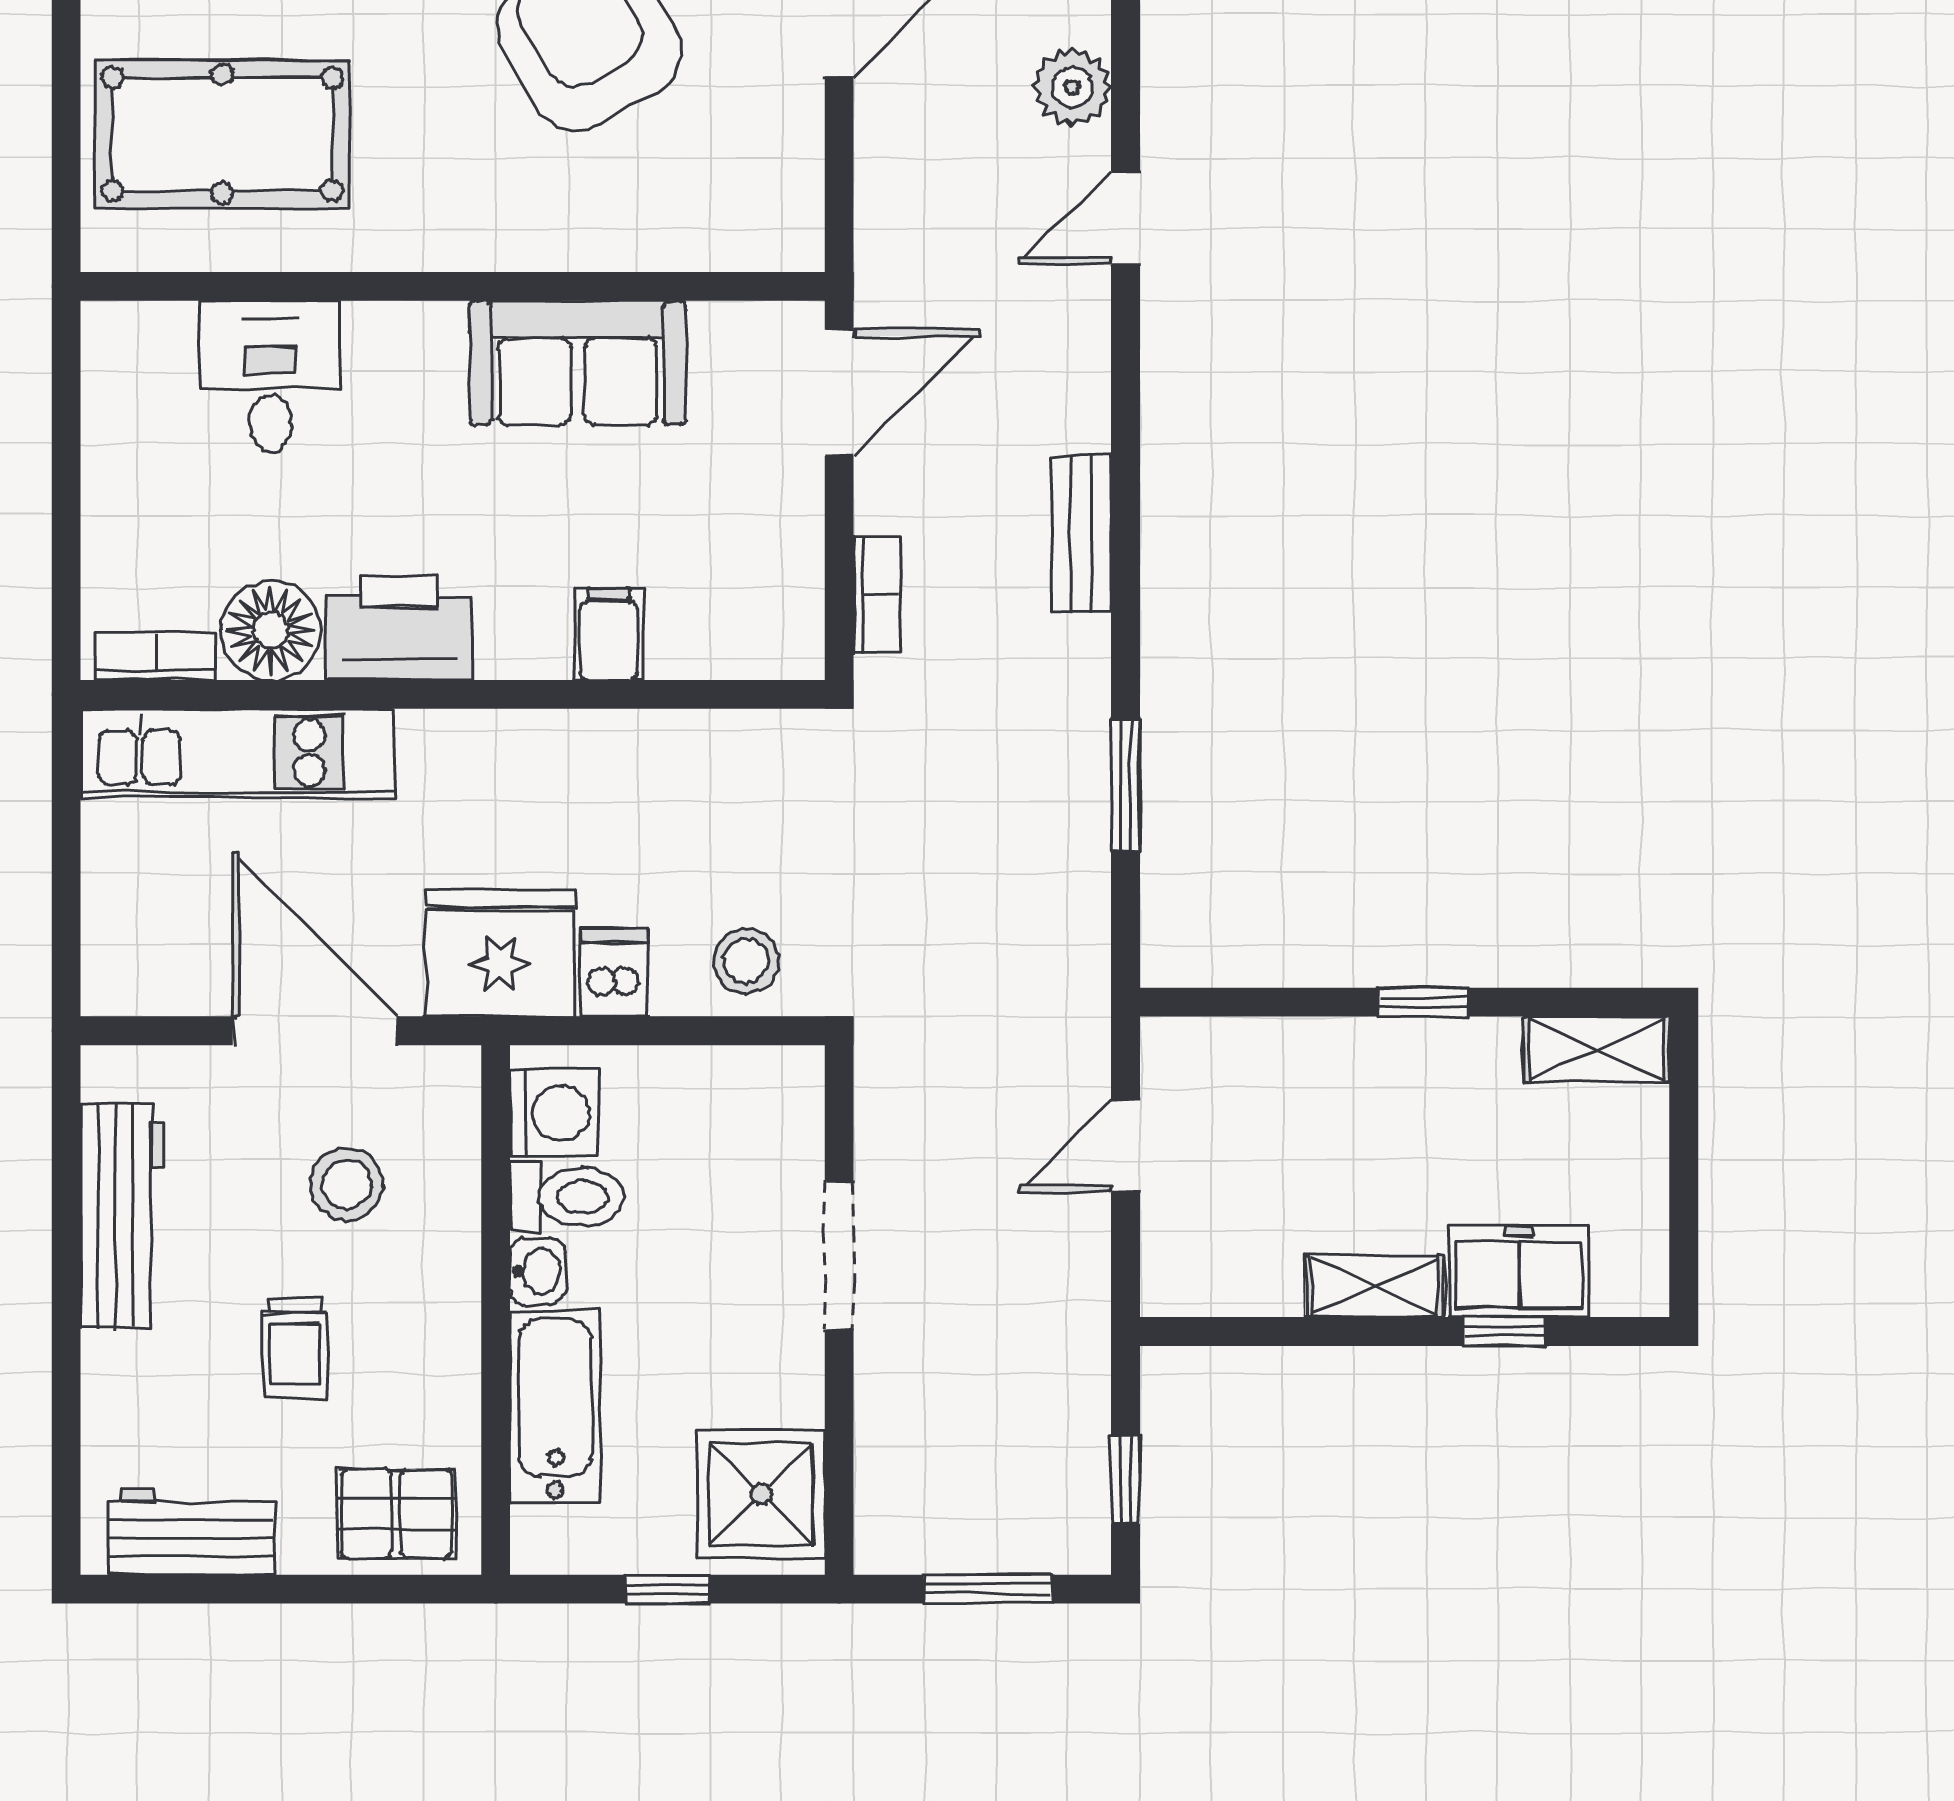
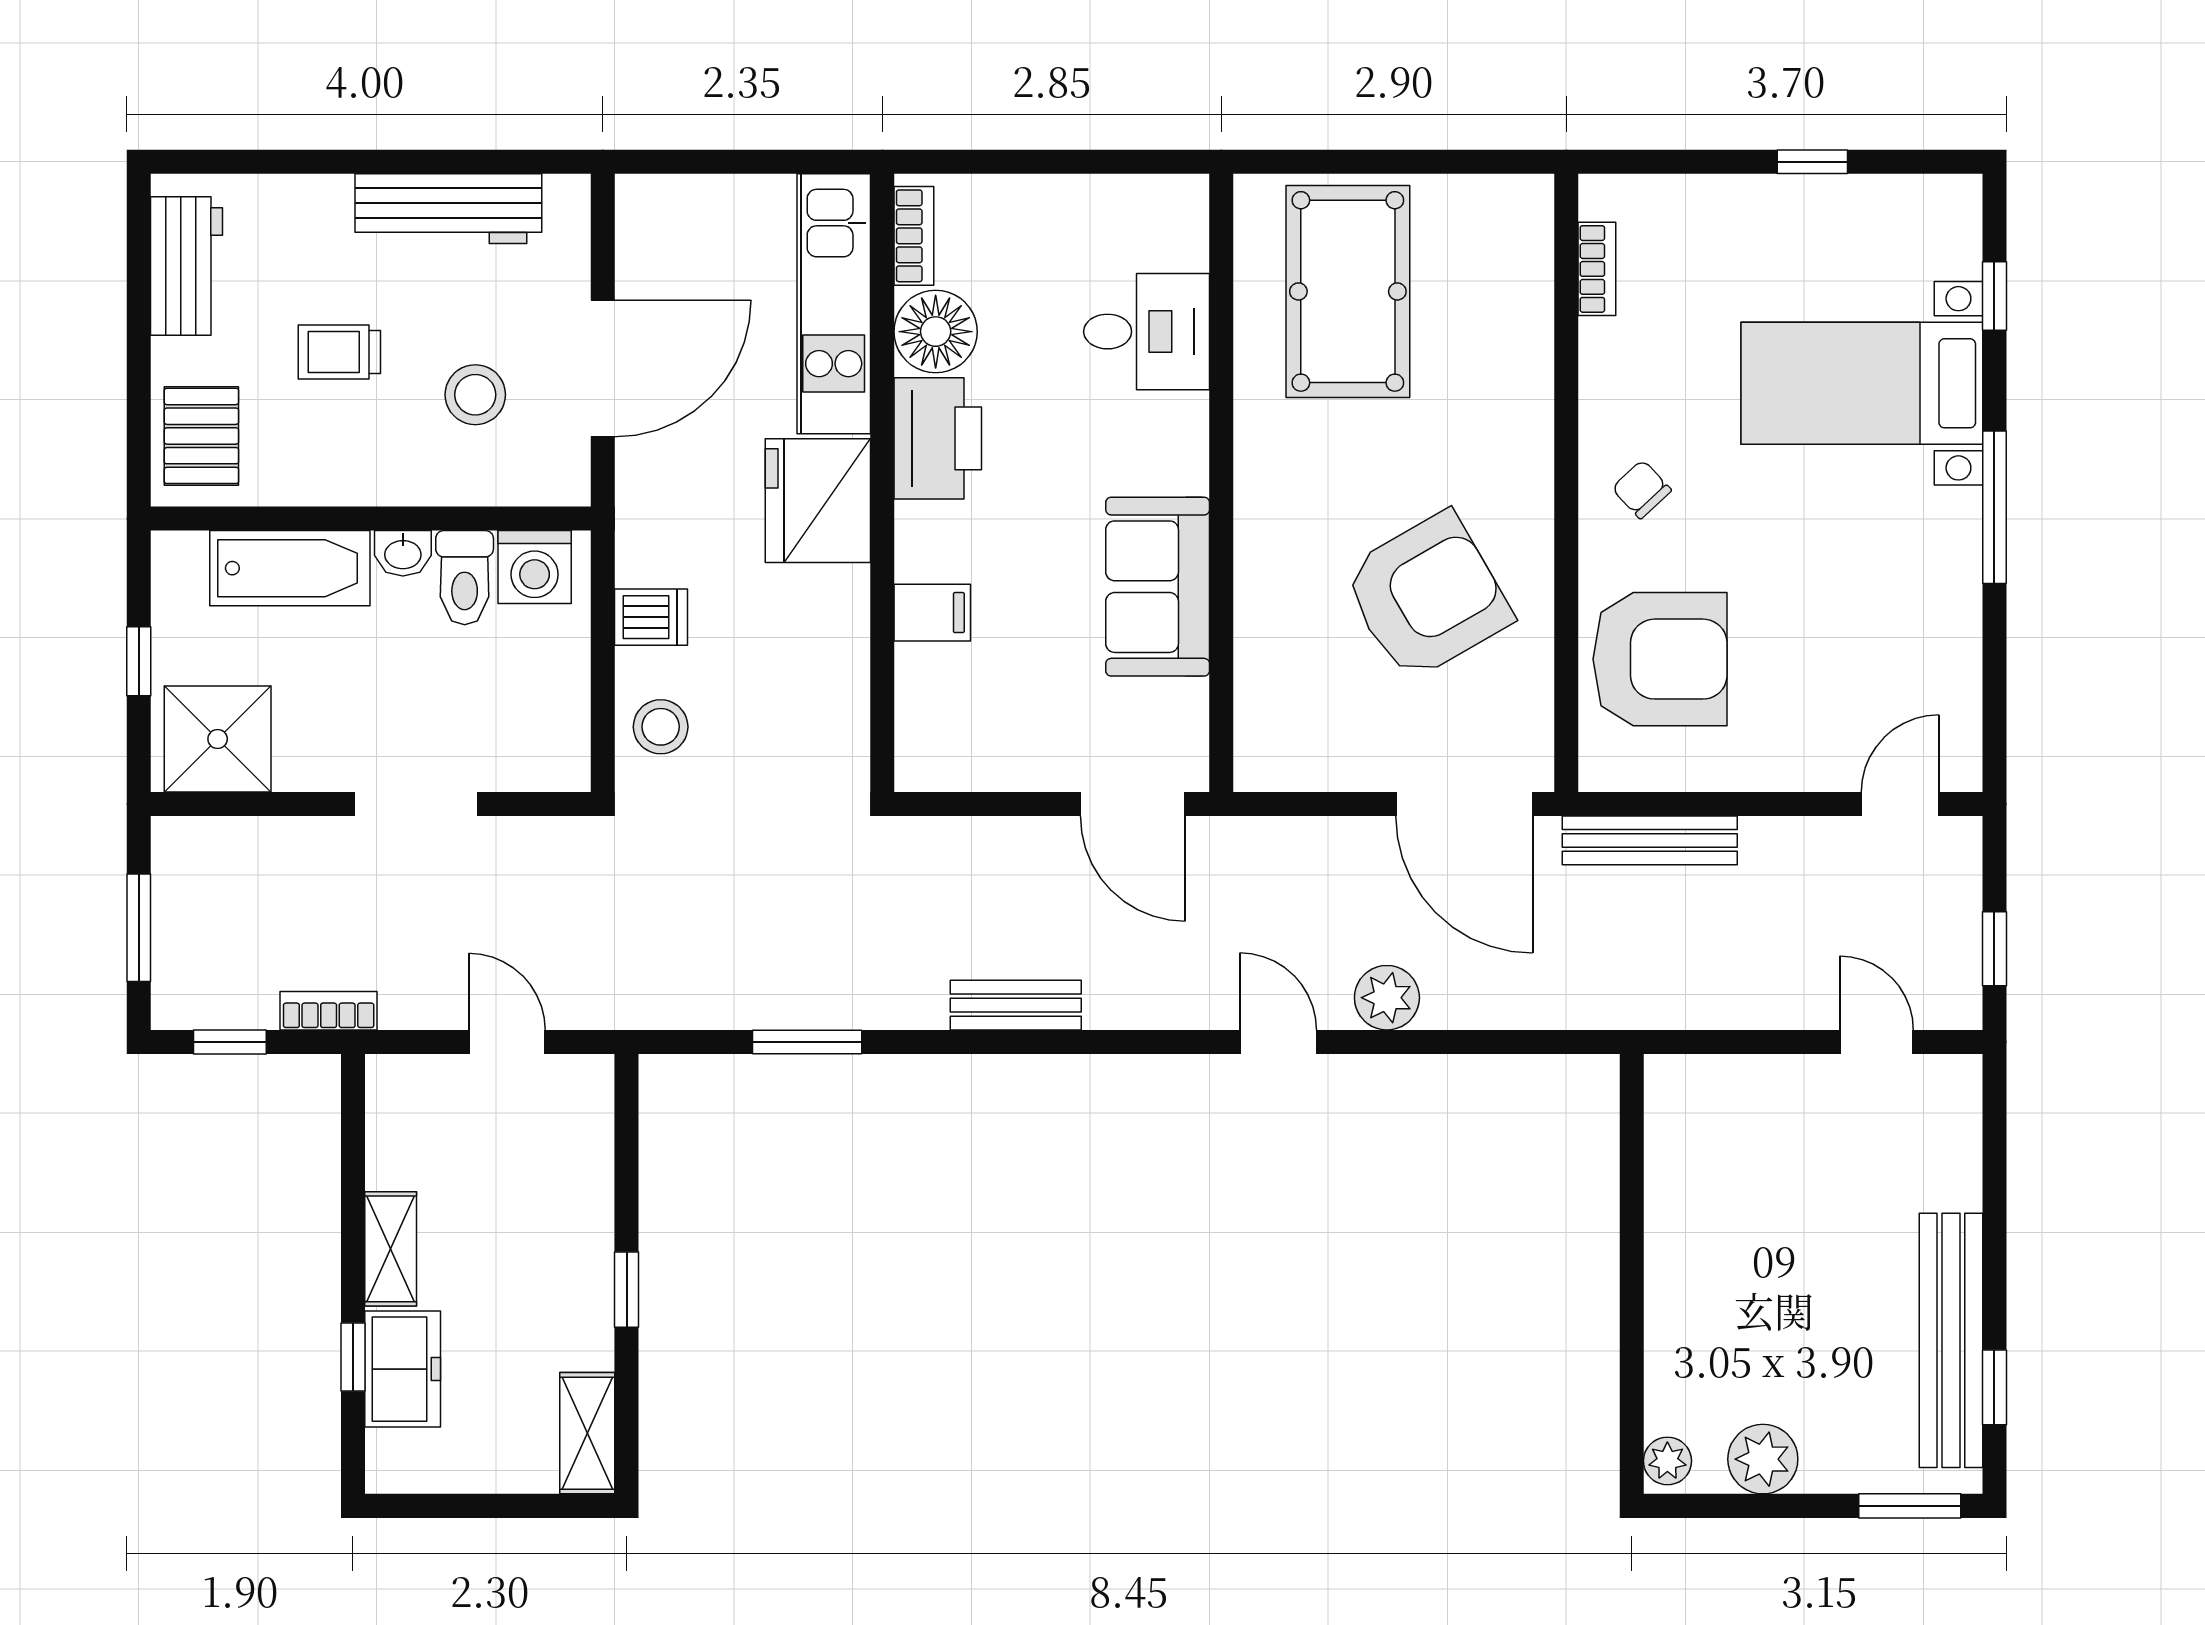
bookcase: (877, 594) -> (329, 1011), moved, turned 180
fridge: (500, 953) -> (818, 501), moved, turned 180

